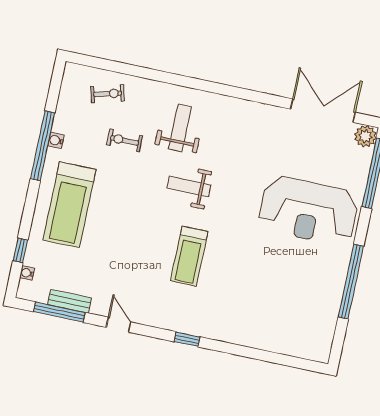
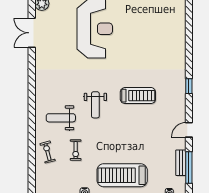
exercise bike: (108, 94) -> (48, 152), moved
double door: (323, 111) -> (32, 33), width x0.73
treadmill: (69, 205) -> (122, 175), turned 180

